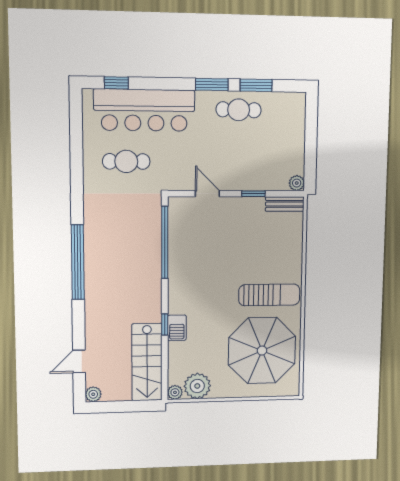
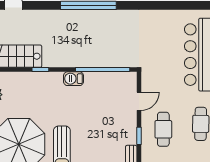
cafe table: (126, 161) -> (163, 129), moved
barbecue: (177, 328) -> (74, 79), moved

